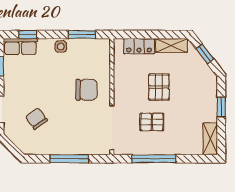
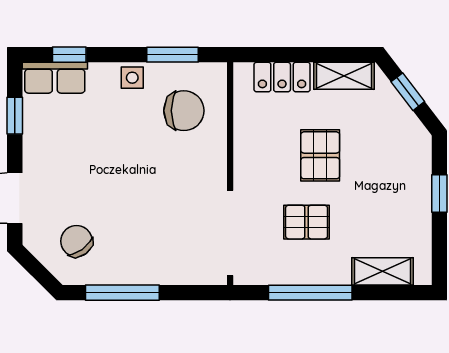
chair: (86, 90) -> (184, 111), moved
chair: (36, 119) -> (77, 241), moved
shelving: (210, 139) -> (383, 271), moved, turned 90
window: (69, 159) -> (122, 293), moved

